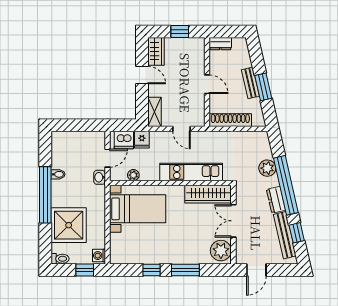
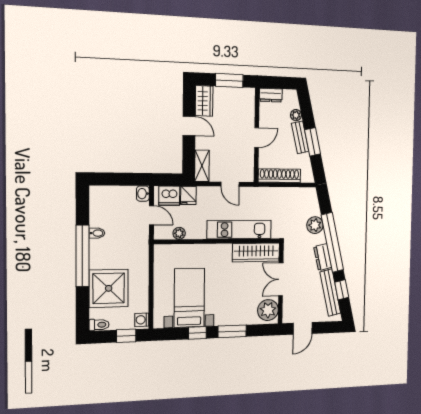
window: (180, 32) -> (229, 80), width x1.50
plant: (246, 62) -> (296, 115), added
door: (207, 84) -> (257, 138), hinge flipped
door: (108, 158) -> (151, 215), hinge flipped
washbasin: (100, 177) -> (143, 194), moved
bed with nightstands: (138, 209) -> (189, 298), moved, turned -90

